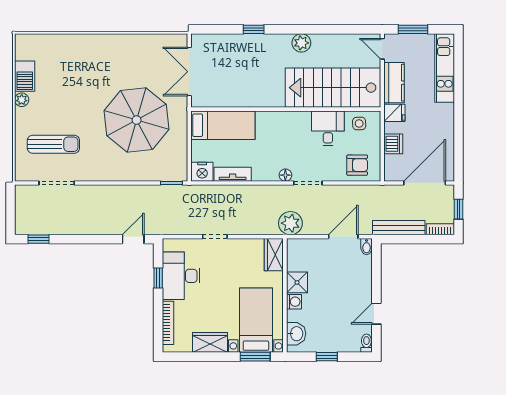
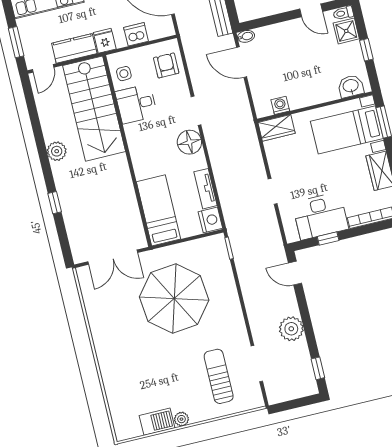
floor lamp: (285, 175) -> (189, 142), width x1.89, depth x1.89
plant: (290, 223) -> (291, 329), moved
shower: (297, 282) -> (346, 31), moved
washing machine: (294, 302) -> (280, 105), moved

